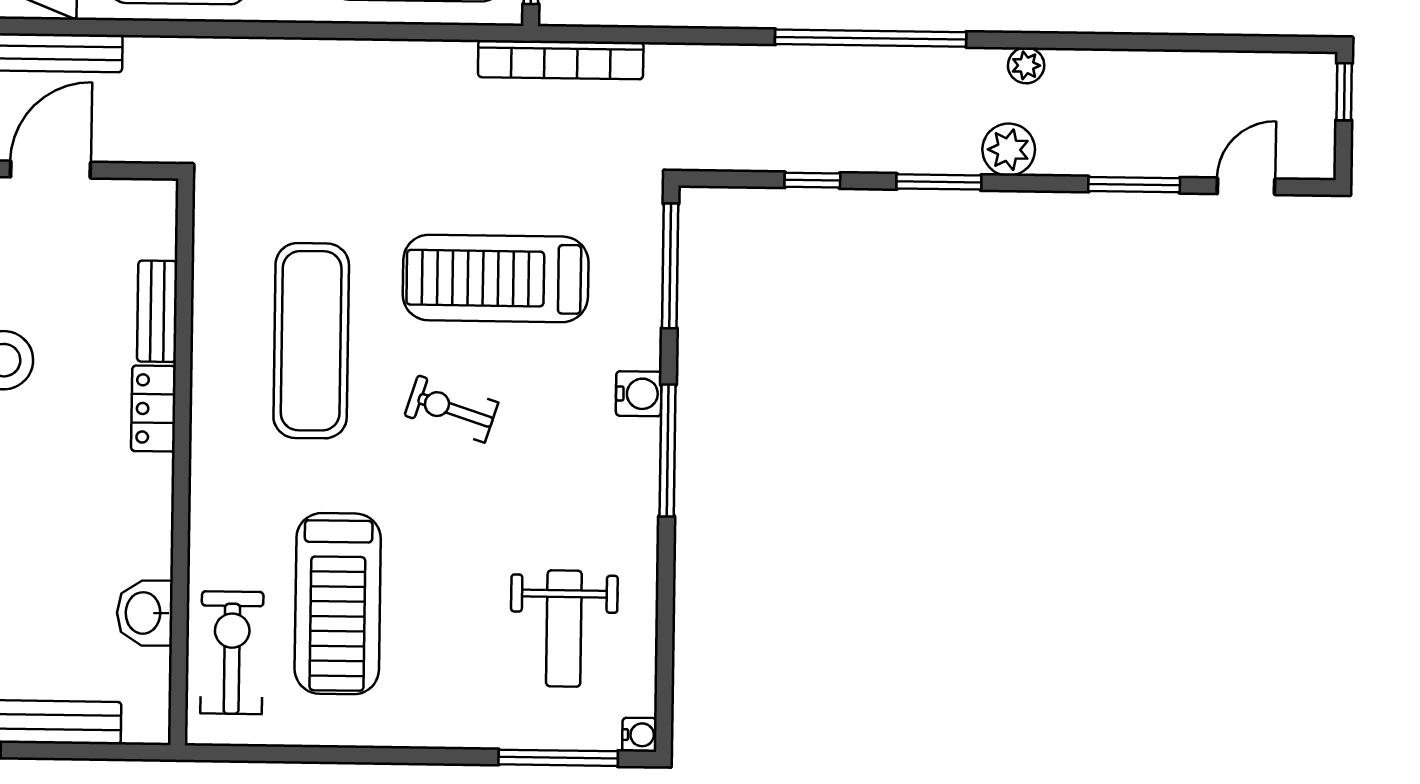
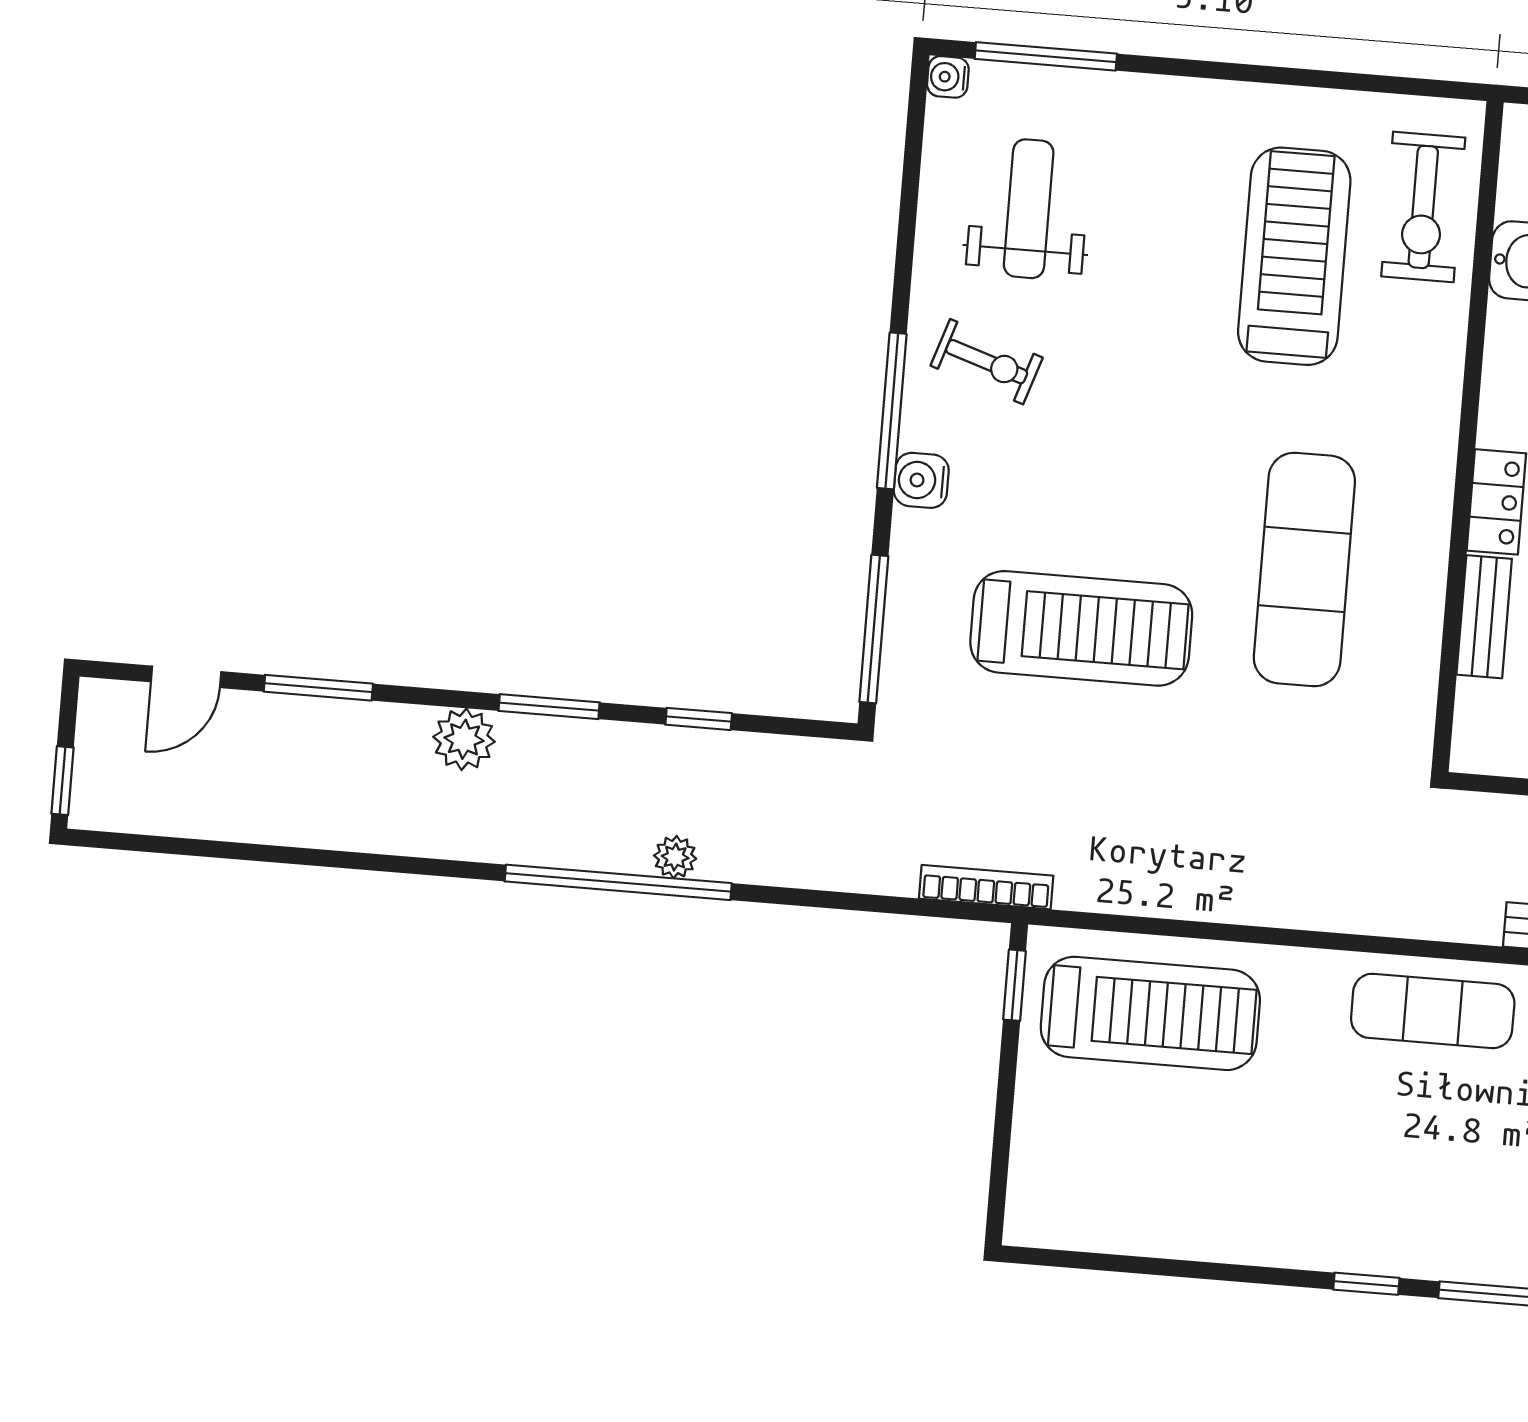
bookcase: (561, 60) -> (986, 887), width x0.68, depth x0.76
plant: (1026, 65) -> (675, 857), moved
exercise bike: (451, 409) -> (987, 362), moved

